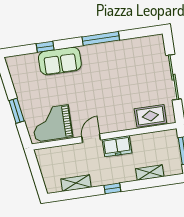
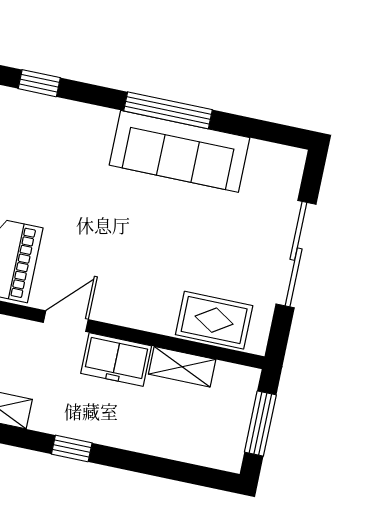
sofa: (60, 61) -> (179, 151), moved, width x1.36
shelving: (150, 173) -> (182, 367), moved

